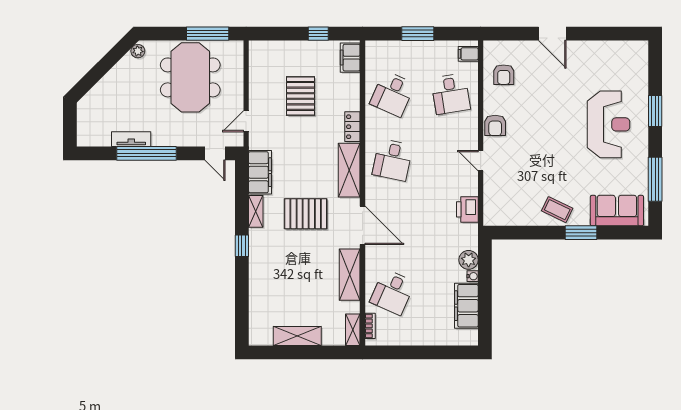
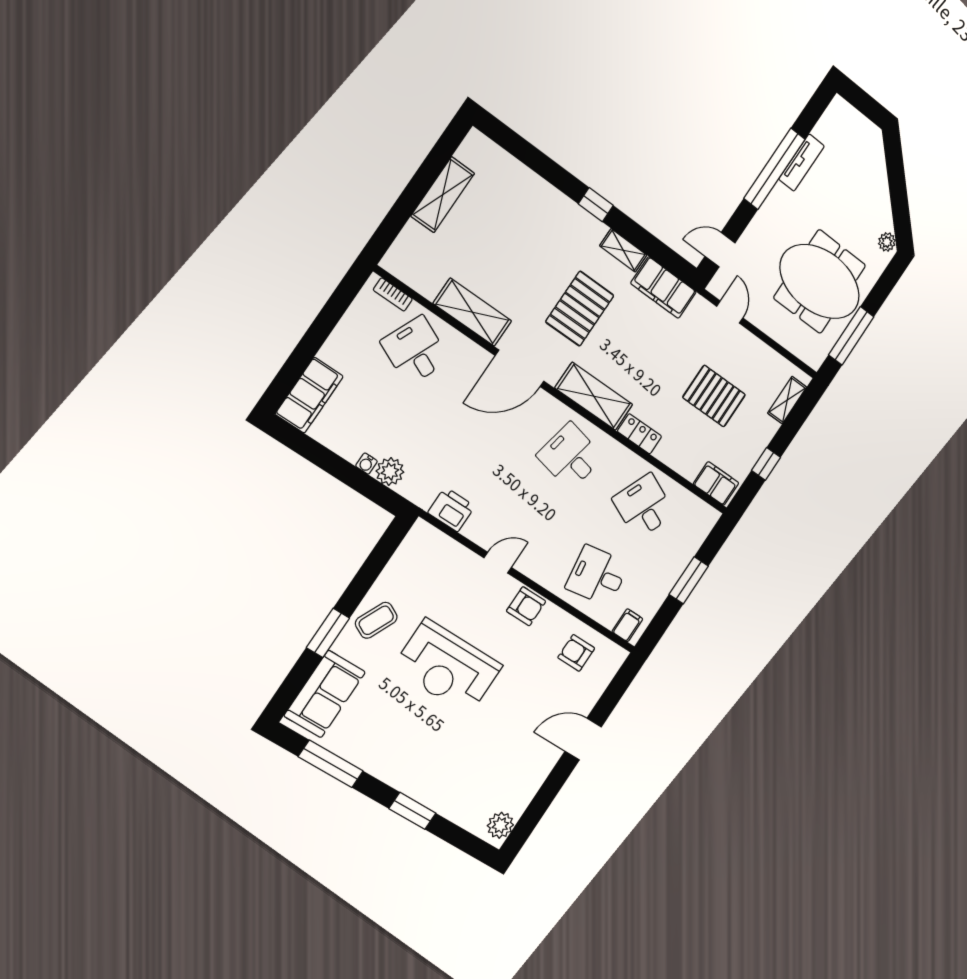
plant: (633, 50) -> (500, 825), added
reception desk: (609, 124) -> (447, 667), moved
armchair: (495, 125) -> (526, 606), turned 180
filing cabinet: (466, 306) -> (309, 395), moved, turned 90
shelving: (353, 330) -> (787, 400), moved, turned 90

